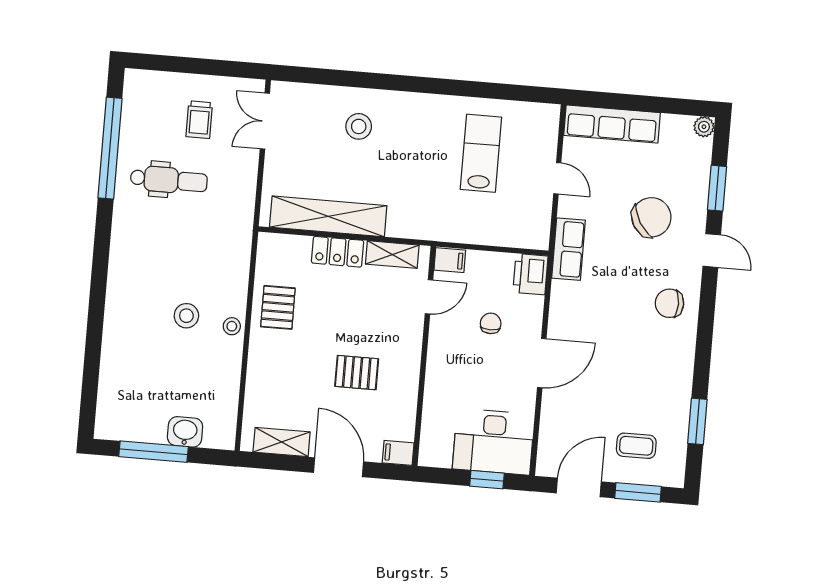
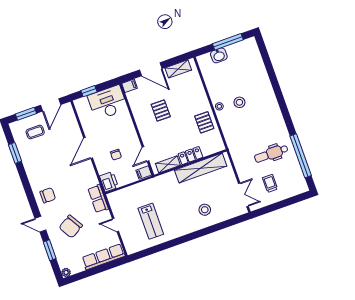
pallet: (357, 373) -> (161, 110), turned 90
desk: (493, 442) -> (108, 103), moved

